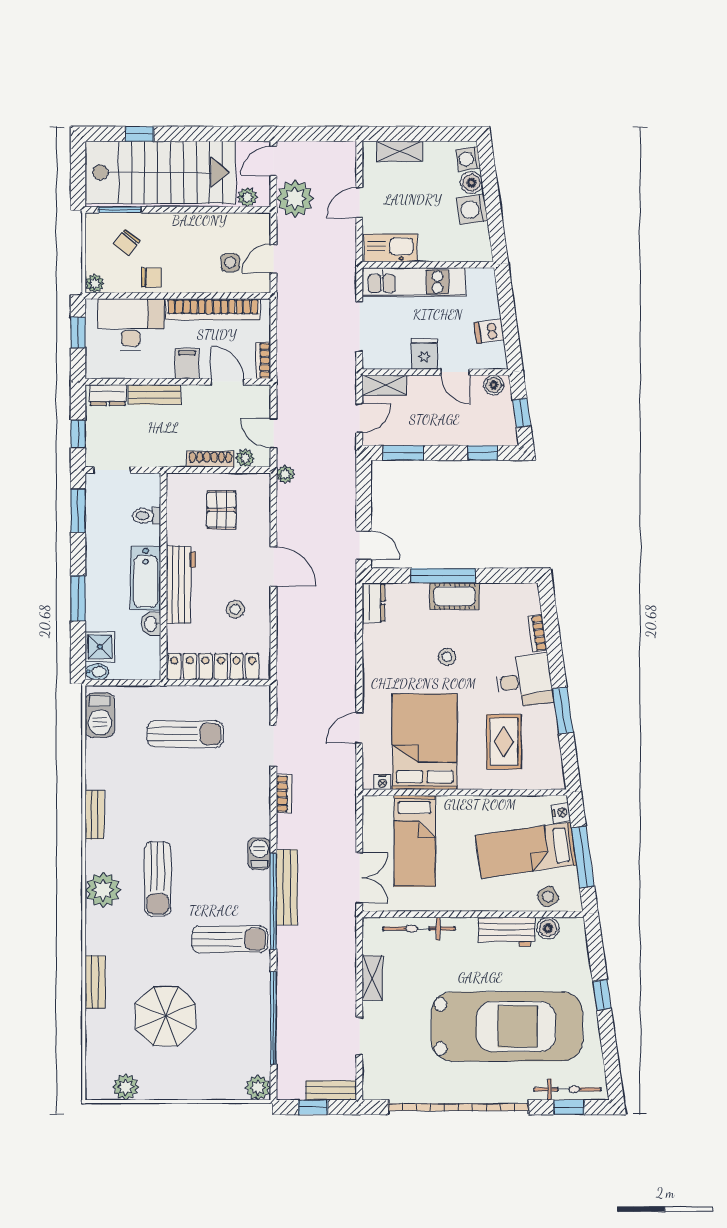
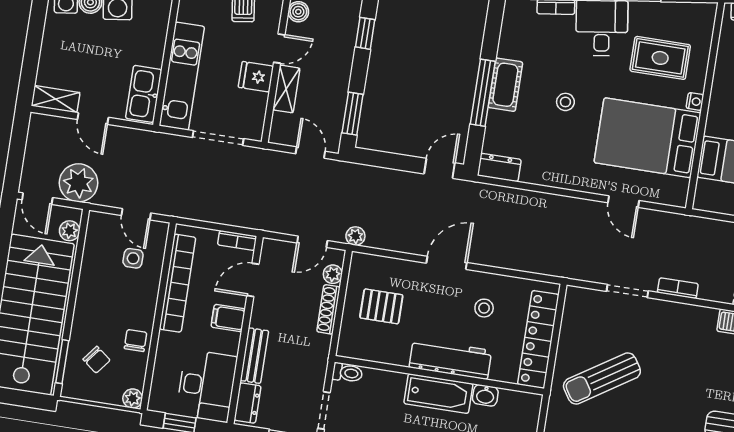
shelving: (400, 151) -> (56, 99), moved, turned 90
desk: (131, 324) -> (207, 386), moved, turned 180
shelving: (385, 385) -> (286, 89), moved
toilet: (147, 516) -> (347, 373), moved, turned -90
sun lounger: (185, 734) -> (602, 378), turned -123
nightstand: (382, 782) -> (695, 101), moved

